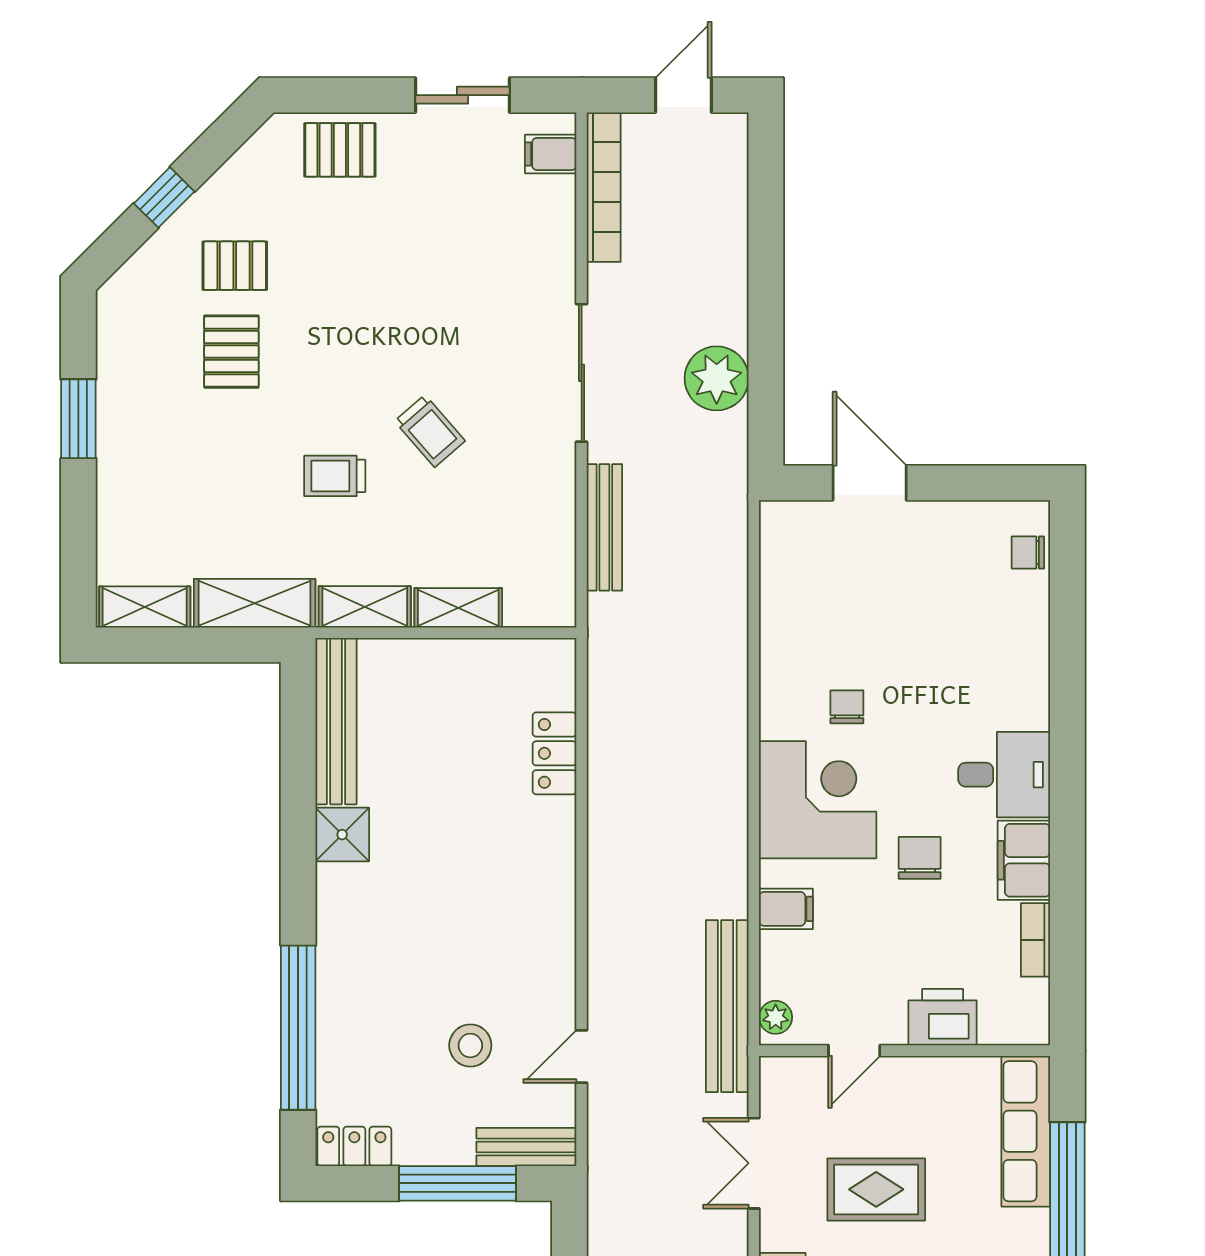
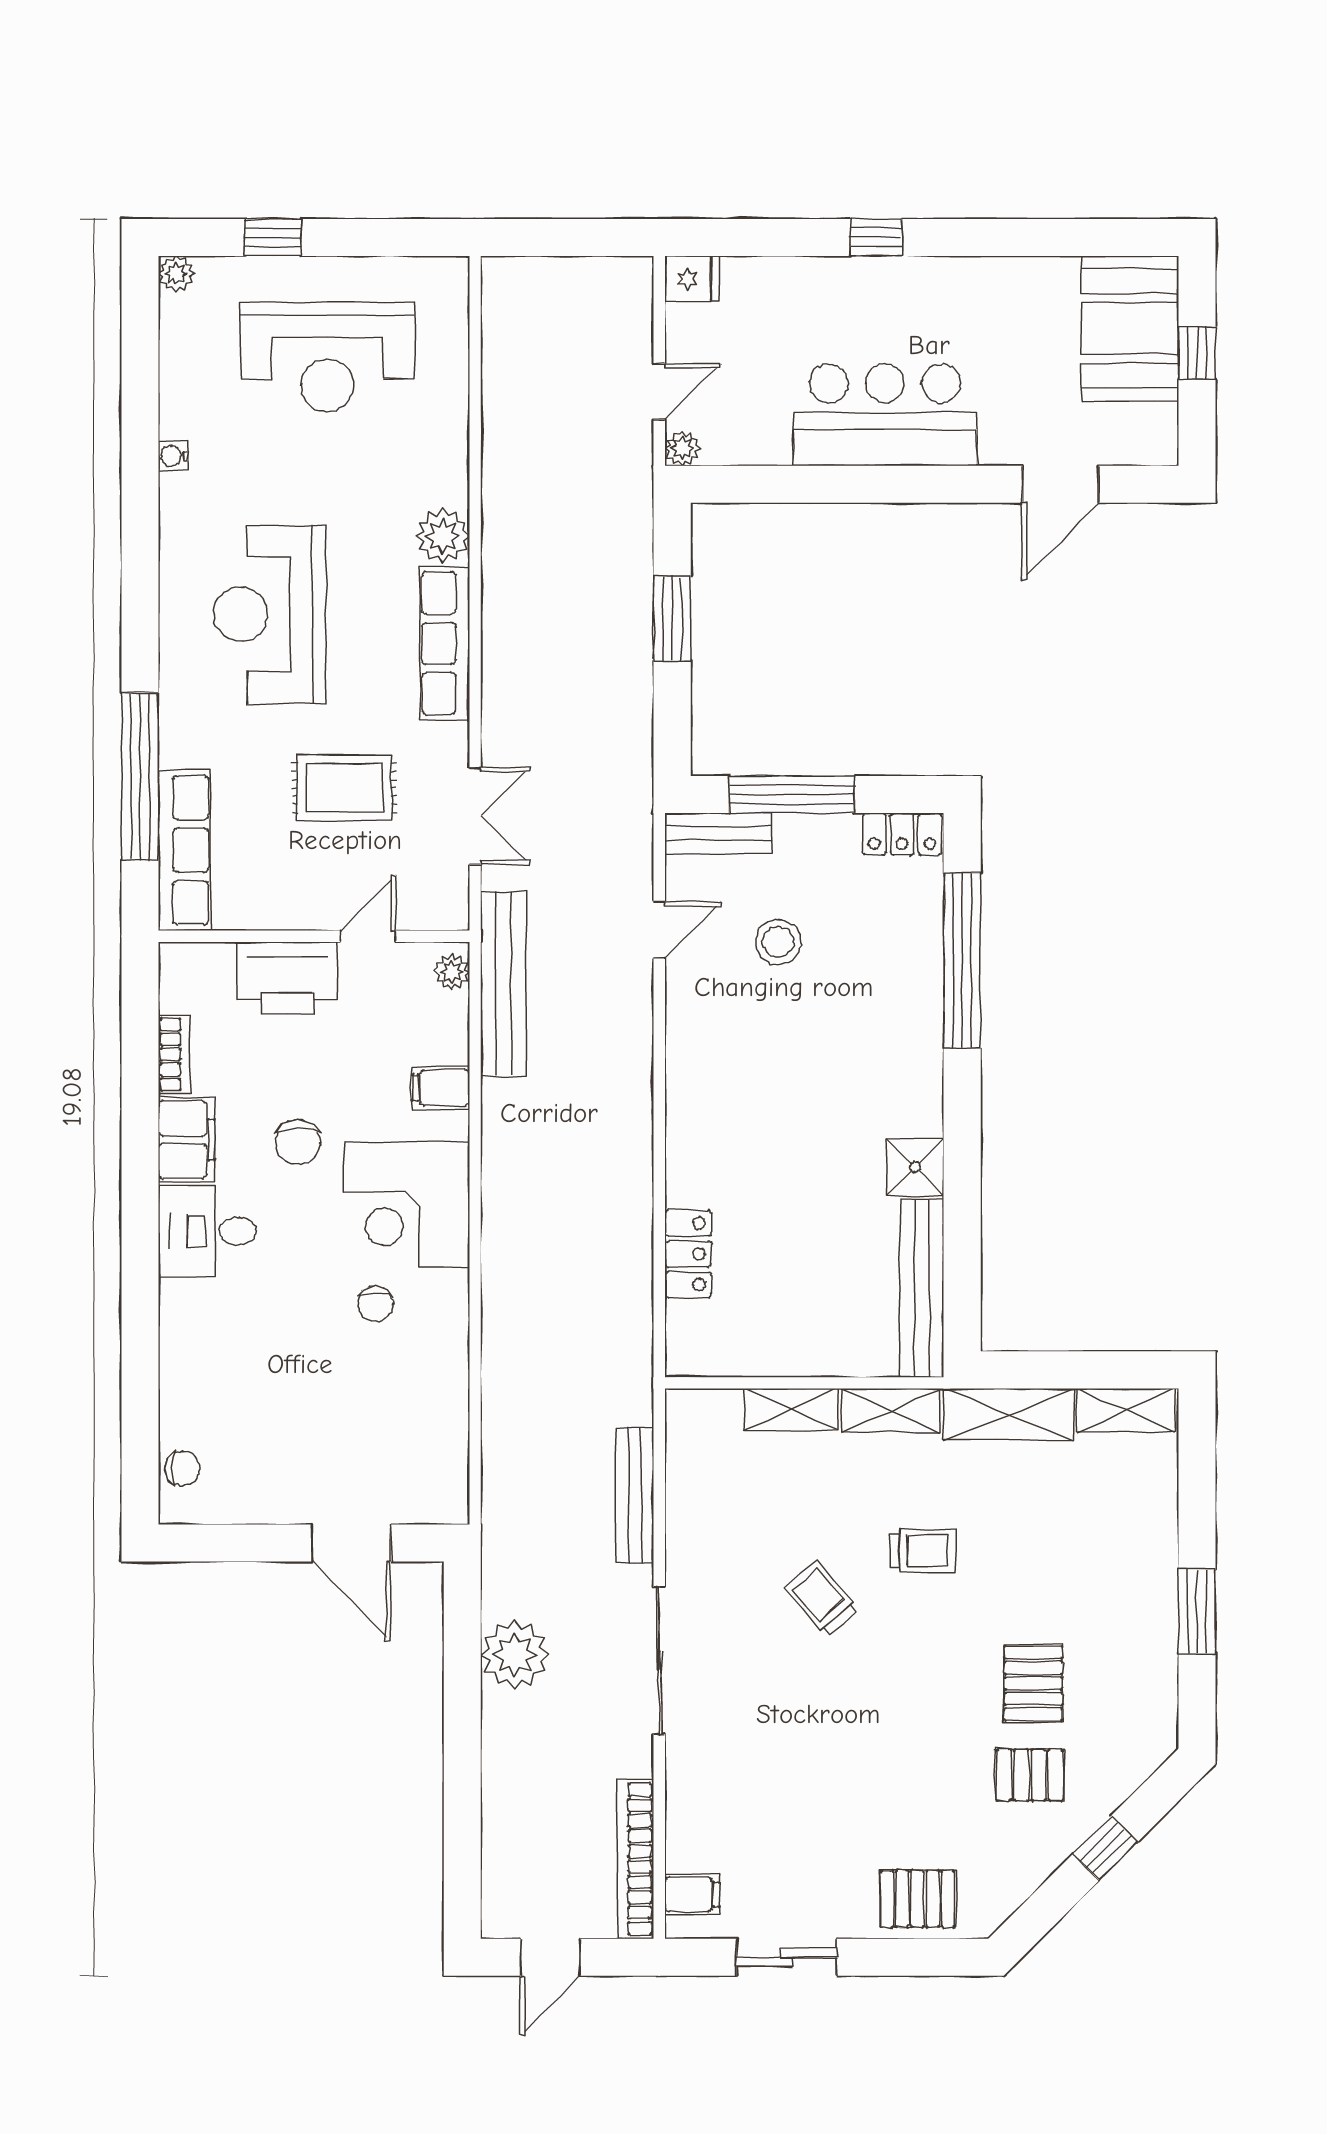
printer: (943, 1017) -> (287, 978), width x1.37, depth x1.19

